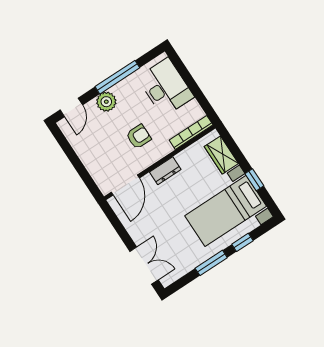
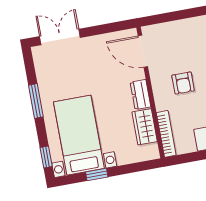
wardrobe: (221, 155) -> (145, 127), moved, turned -90
window: (242, 242) -> (46, 157), moved
double door: (144, 266) -> (60, 37), swing flipped

